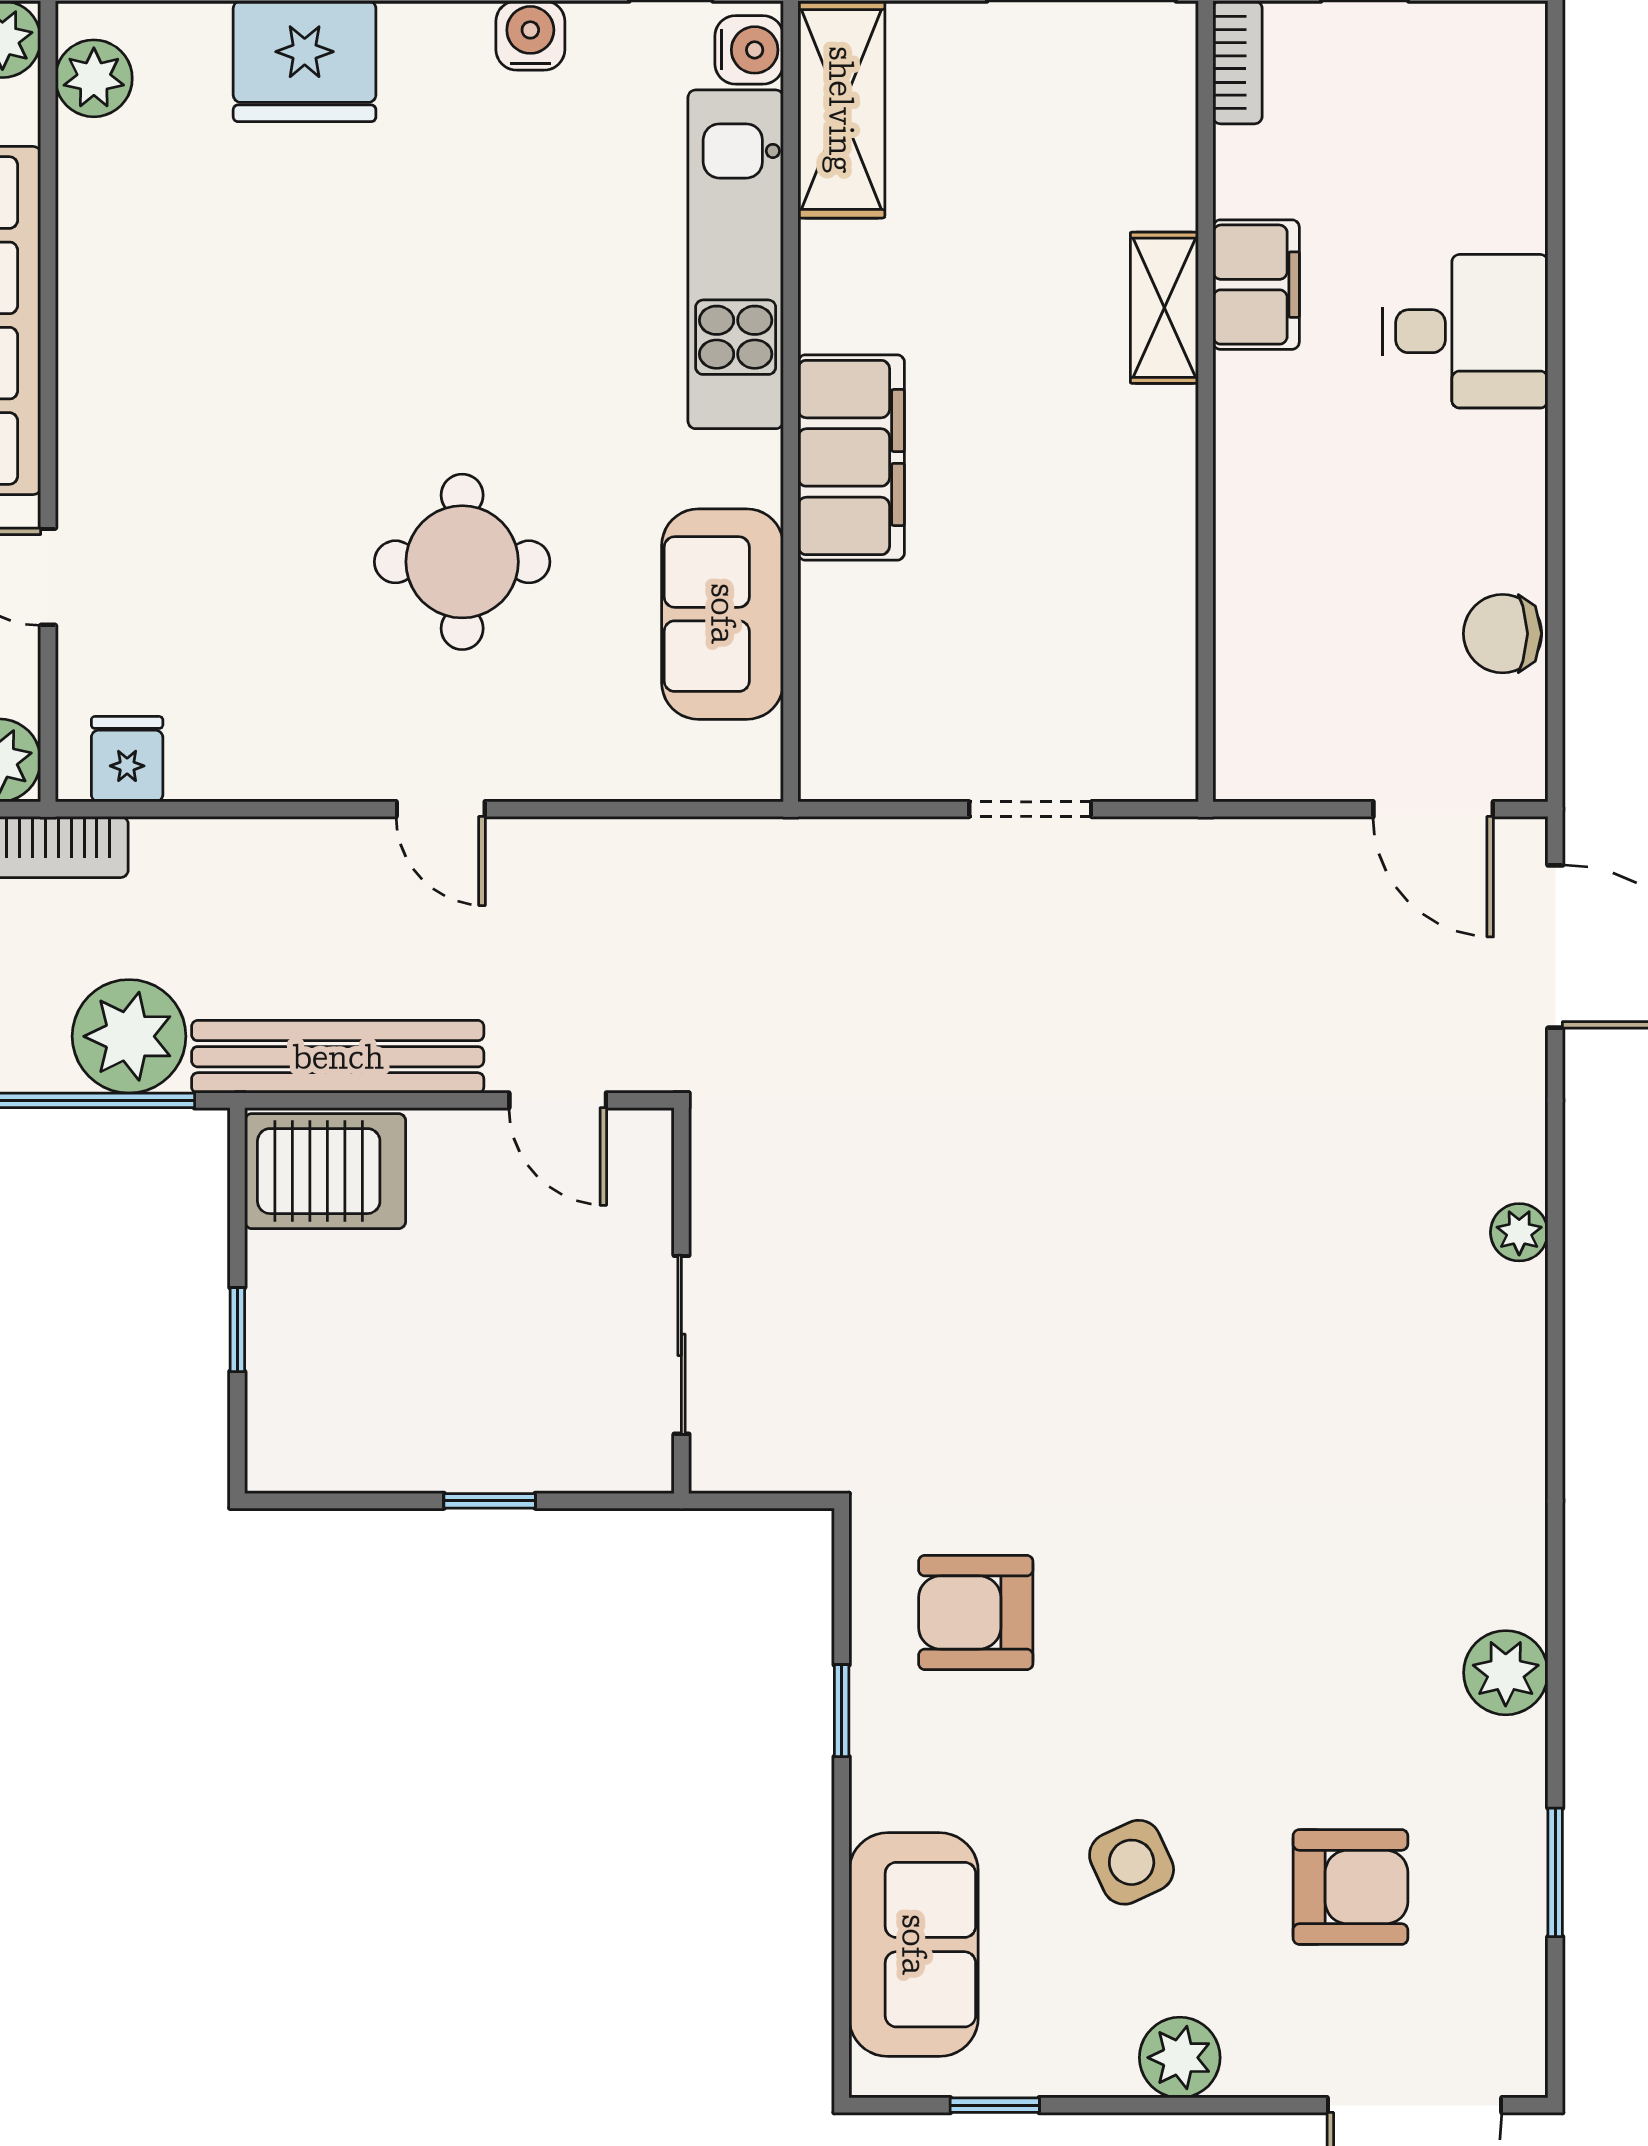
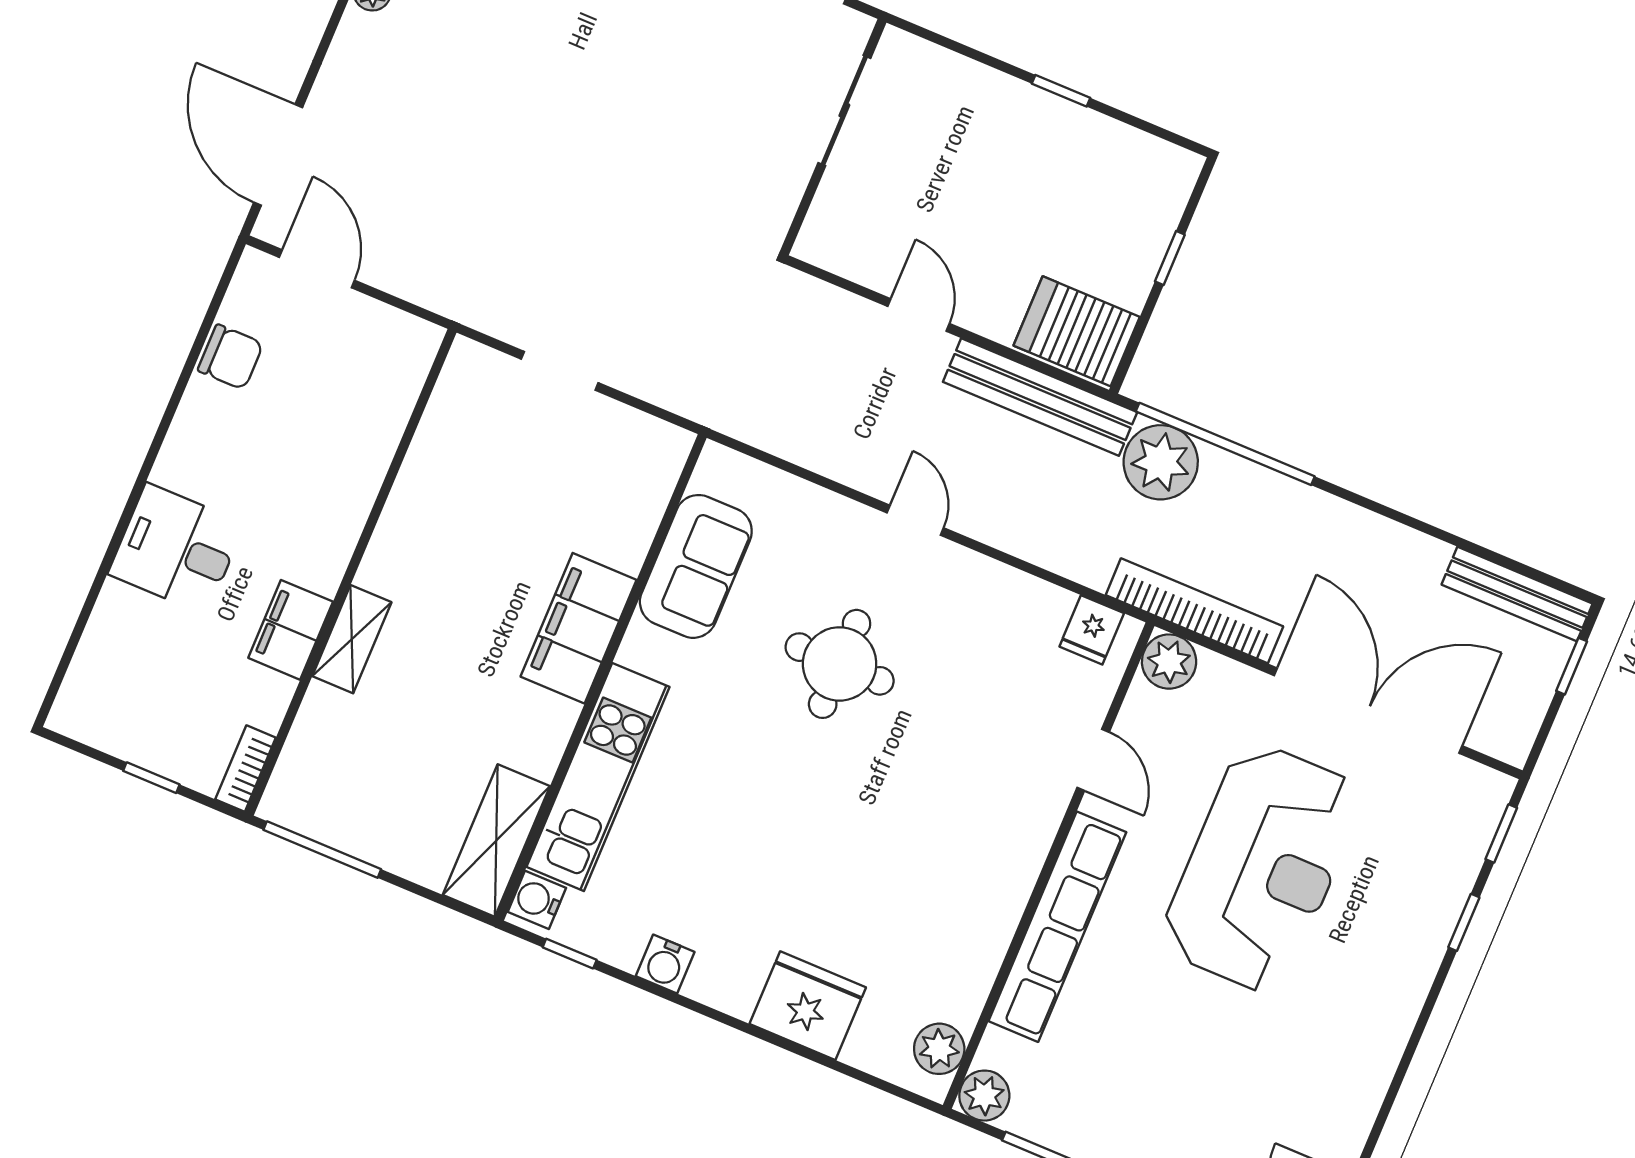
wall: (681, 1301) -> (833, 137), moved
sliding door: (681, 1345) -> (844, 110), moved

